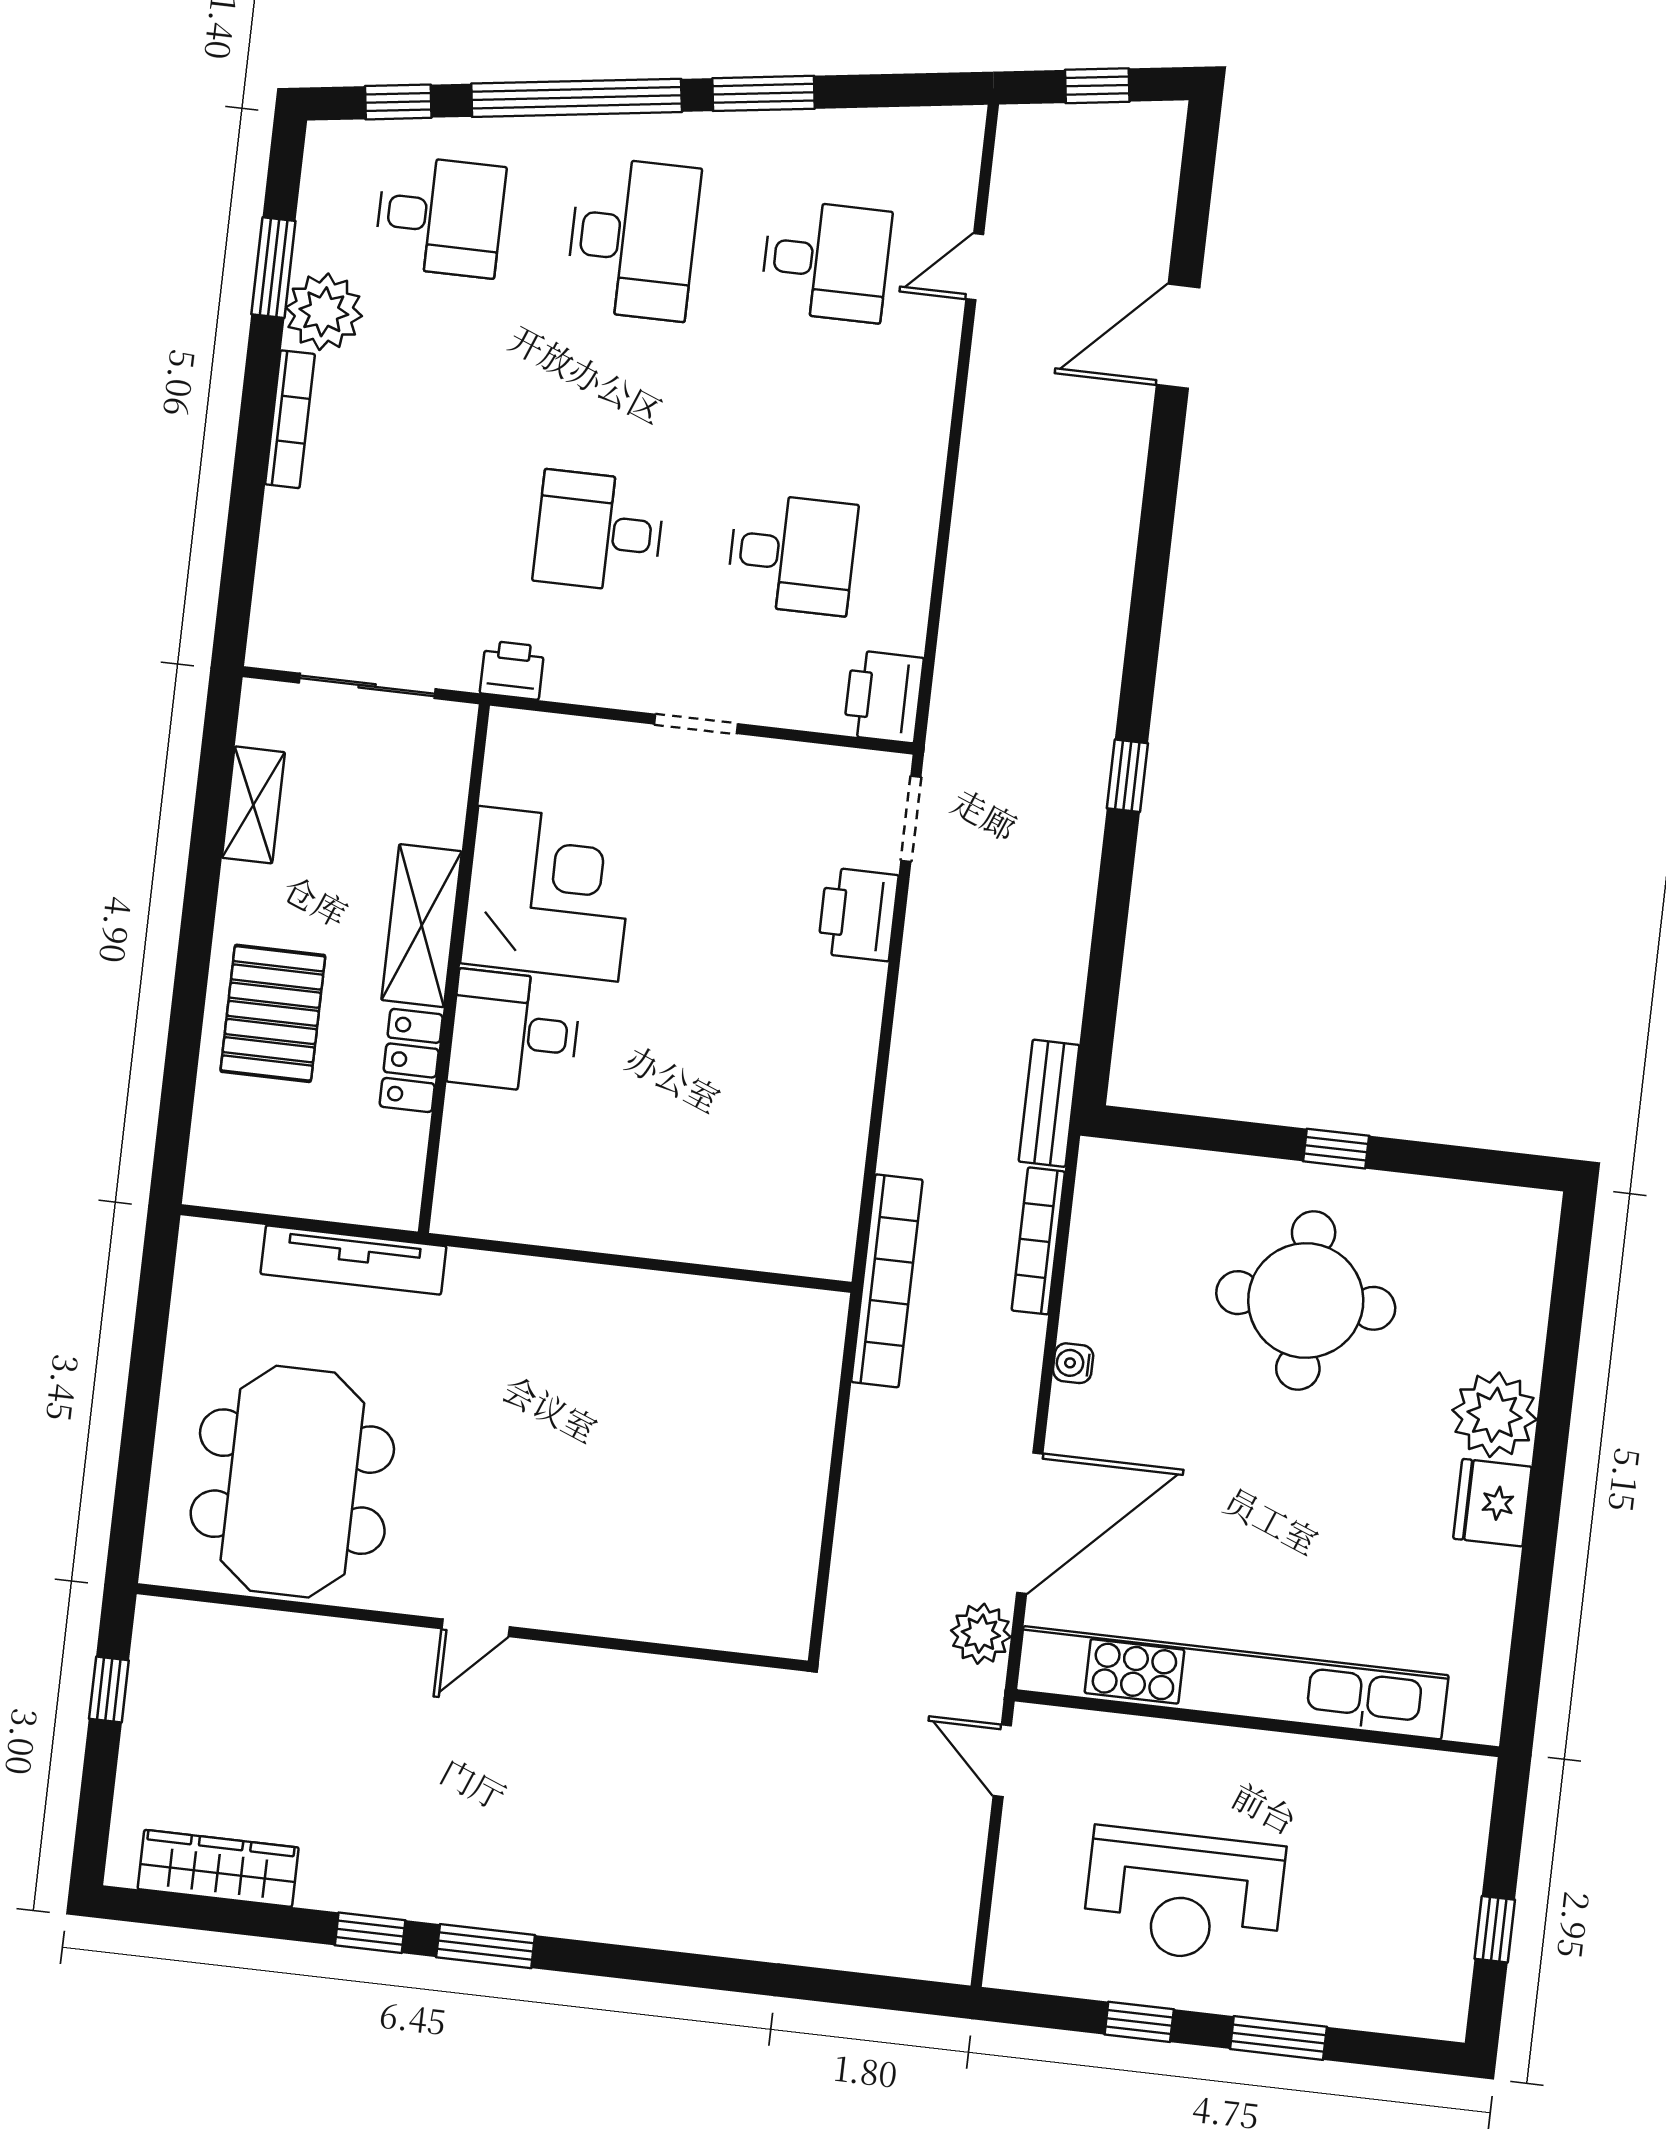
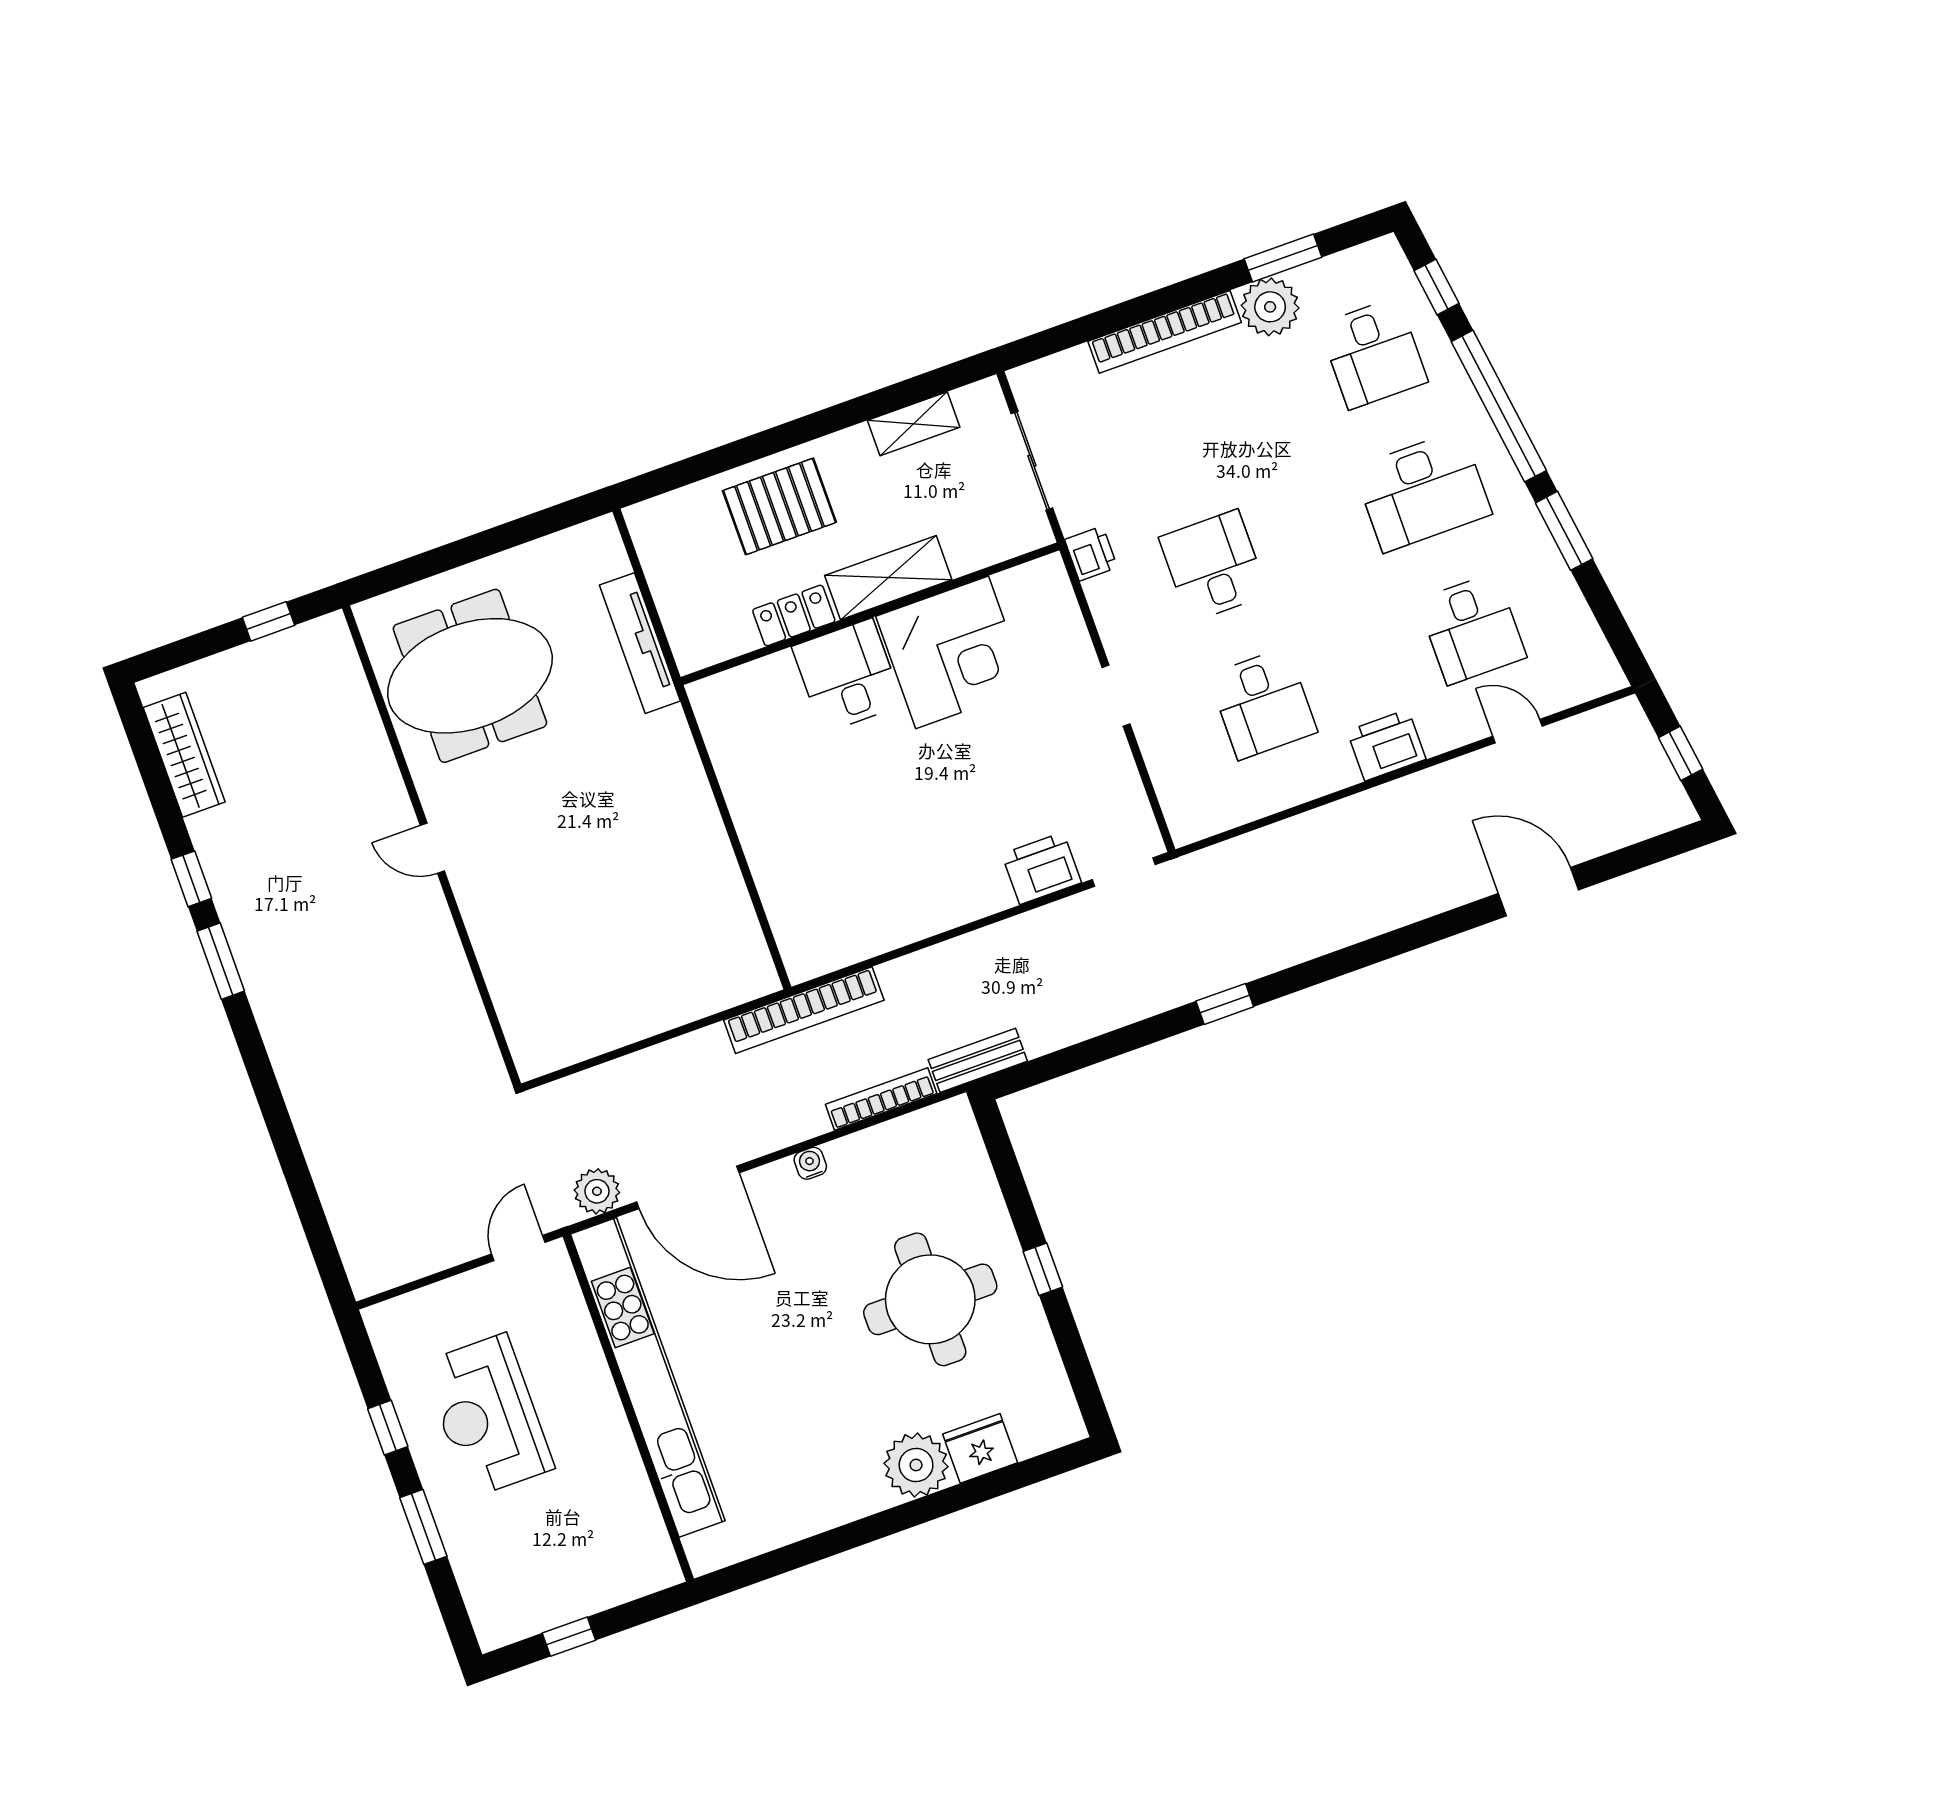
bookcase: (290, 419) -> (1165, 332), width x1.48, depth x1.31
printer: (883, 697) -> (1386, 745), moved
fridge: (1492, 1503) -> (980, 1448), moved

